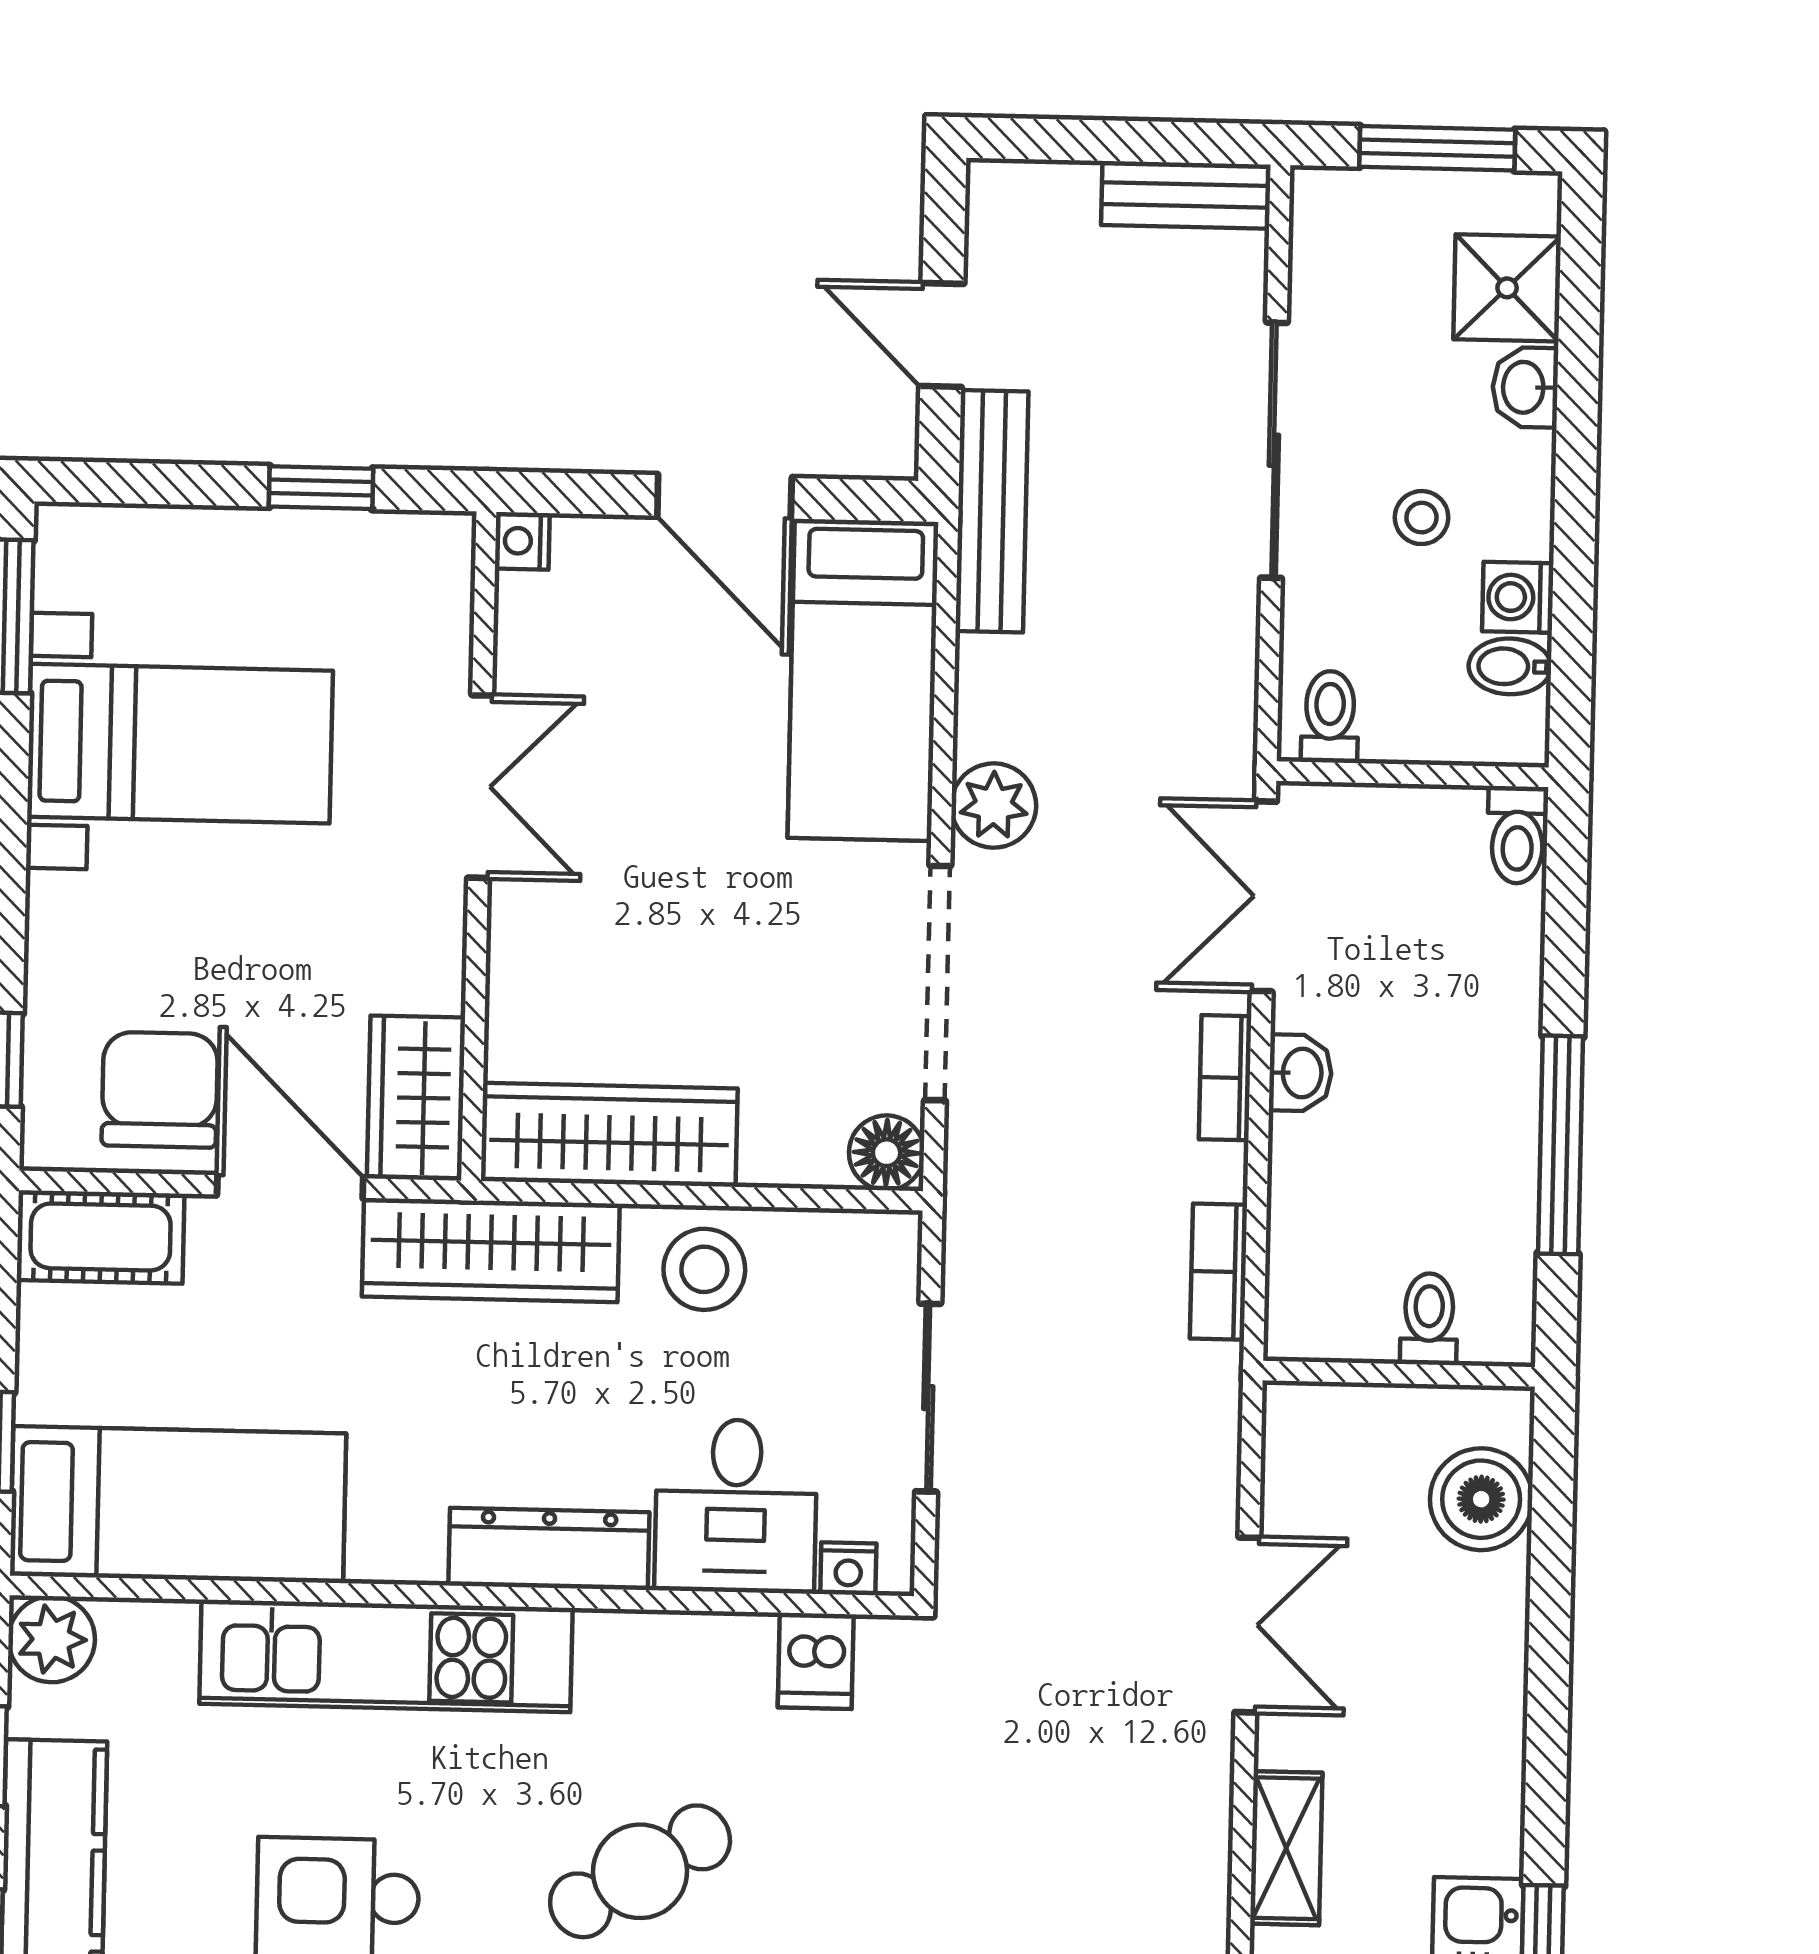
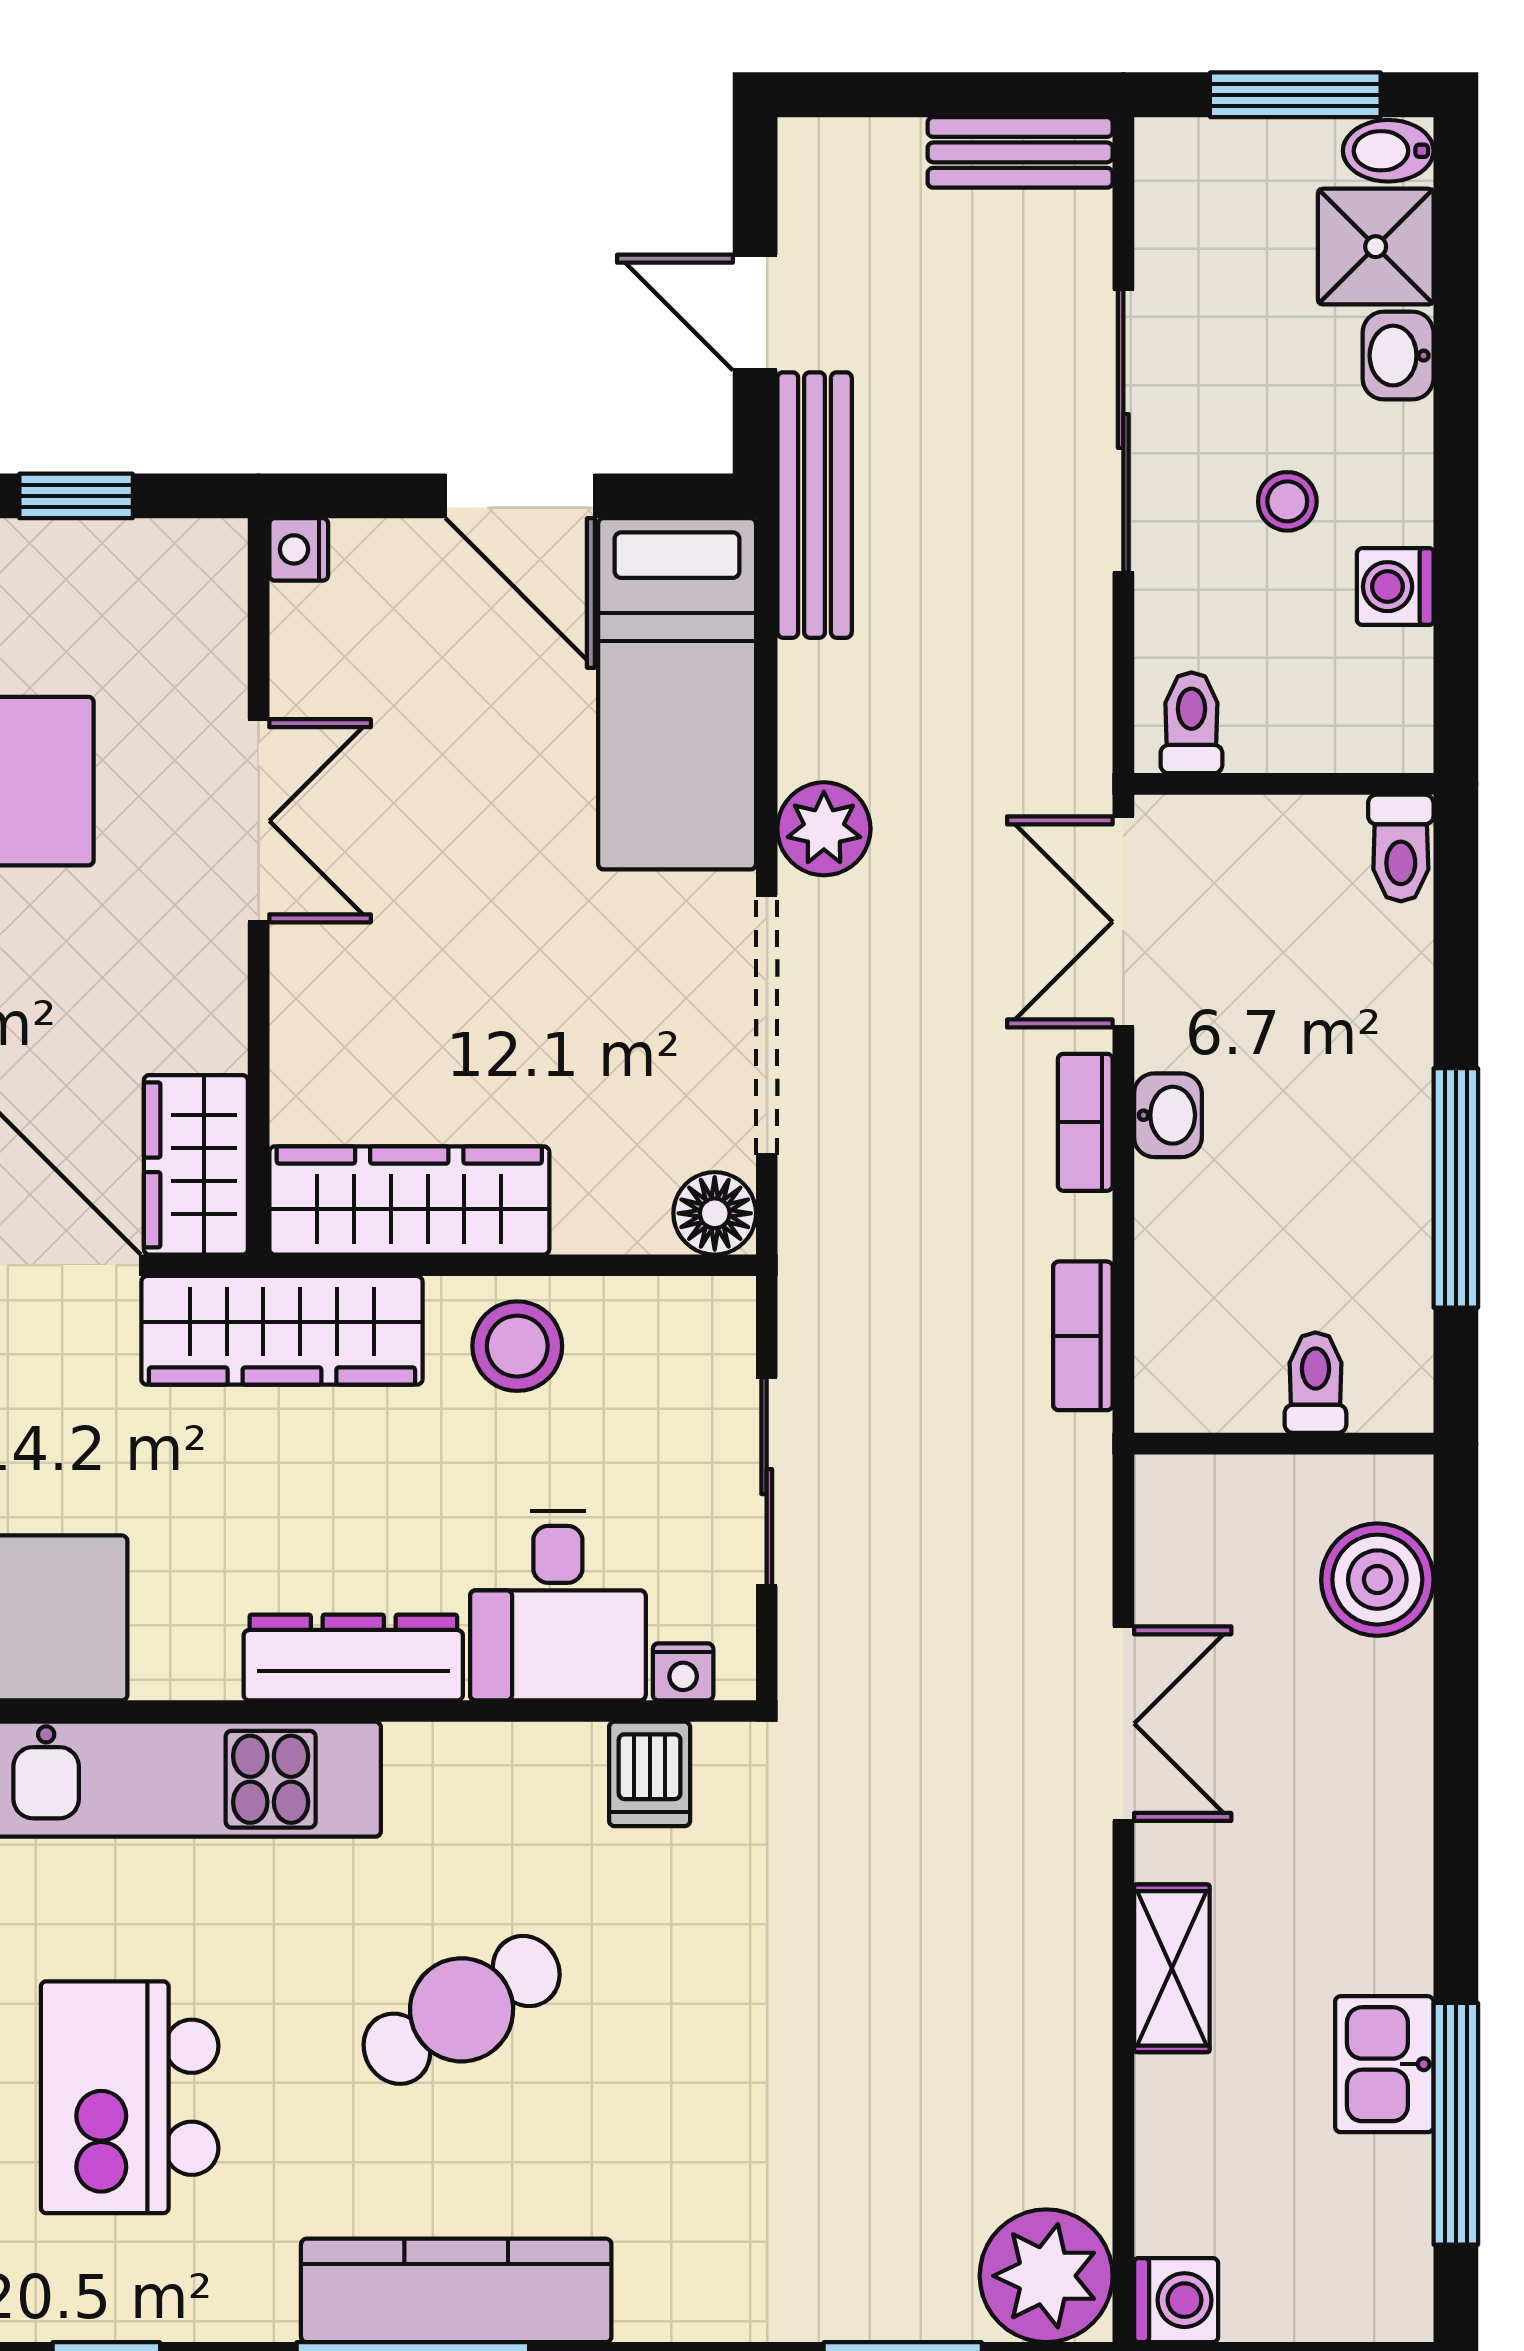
bidet: (1510, 666) -> (1388, 151), moved

